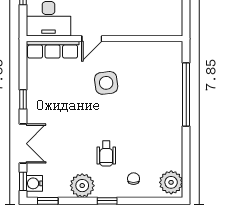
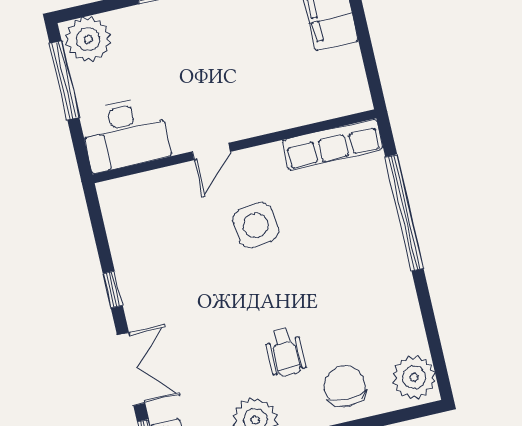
row of seats: (53, 50) -> (333, 144), moved
chair: (134, 179) -> (345, 386), width x1.87, depth x1.87

